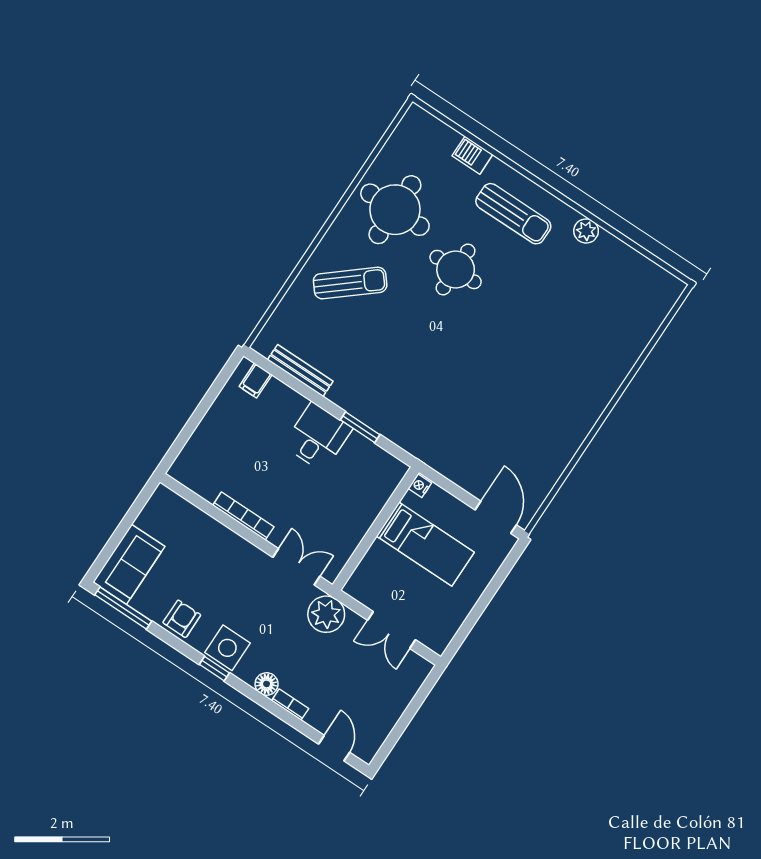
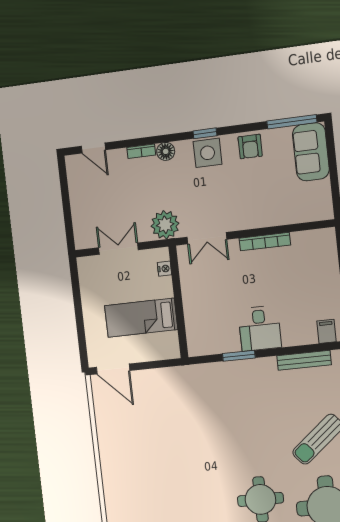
nightstand: (420, 486) -> (164, 269), moved

